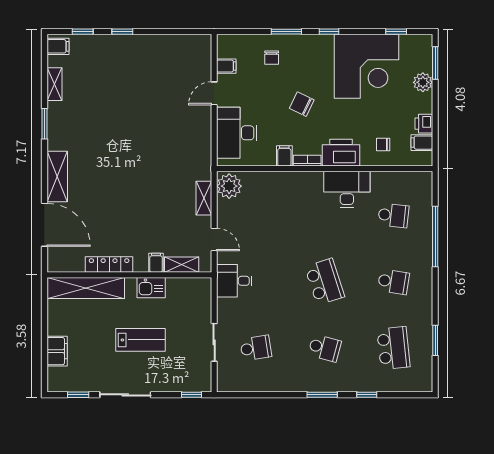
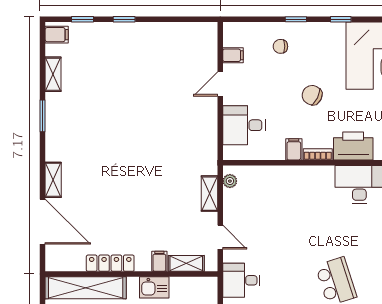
window: (286, 32) -> (296, 19), width x0.67
chair: (272, 58) -> (280, 46), turned 90
desk: (237, 133) -> (244, 125), width x0.73
shelving: (57, 176) -> (53, 180), width x0.67, depth x0.75
plant: (229, 186) -> (230, 181), width x0.53, depth x0.53

